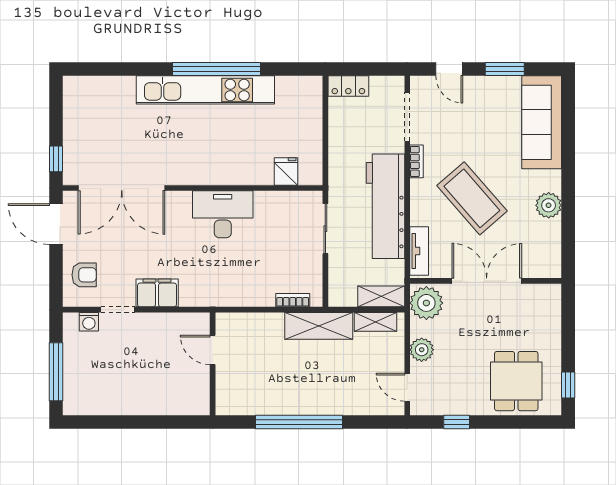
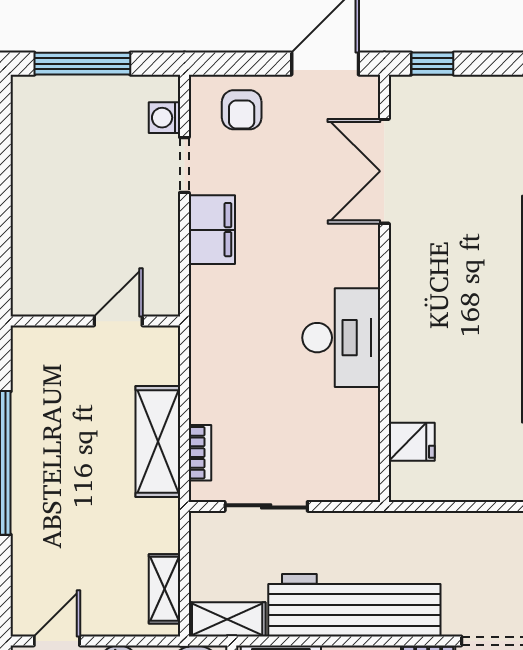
double door: (122, 188) -> (384, 171), width x0.73
sliding door: (325, 229) -> (266, 506), moved
shelving: (381, 296) -> (227, 619), moved, turned 90
shelving: (319, 326) -> (158, 442), moved

